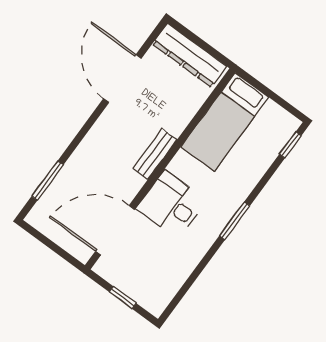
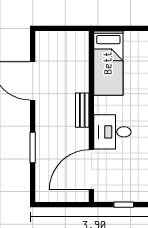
dresser: (190, 55) -> (61, 40), removed
window: (48, 181) -> (33, 148), moved

